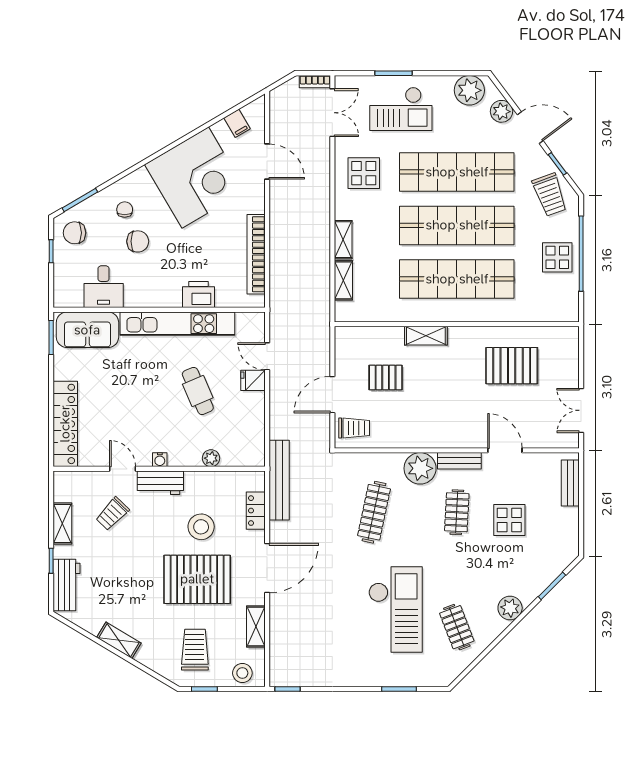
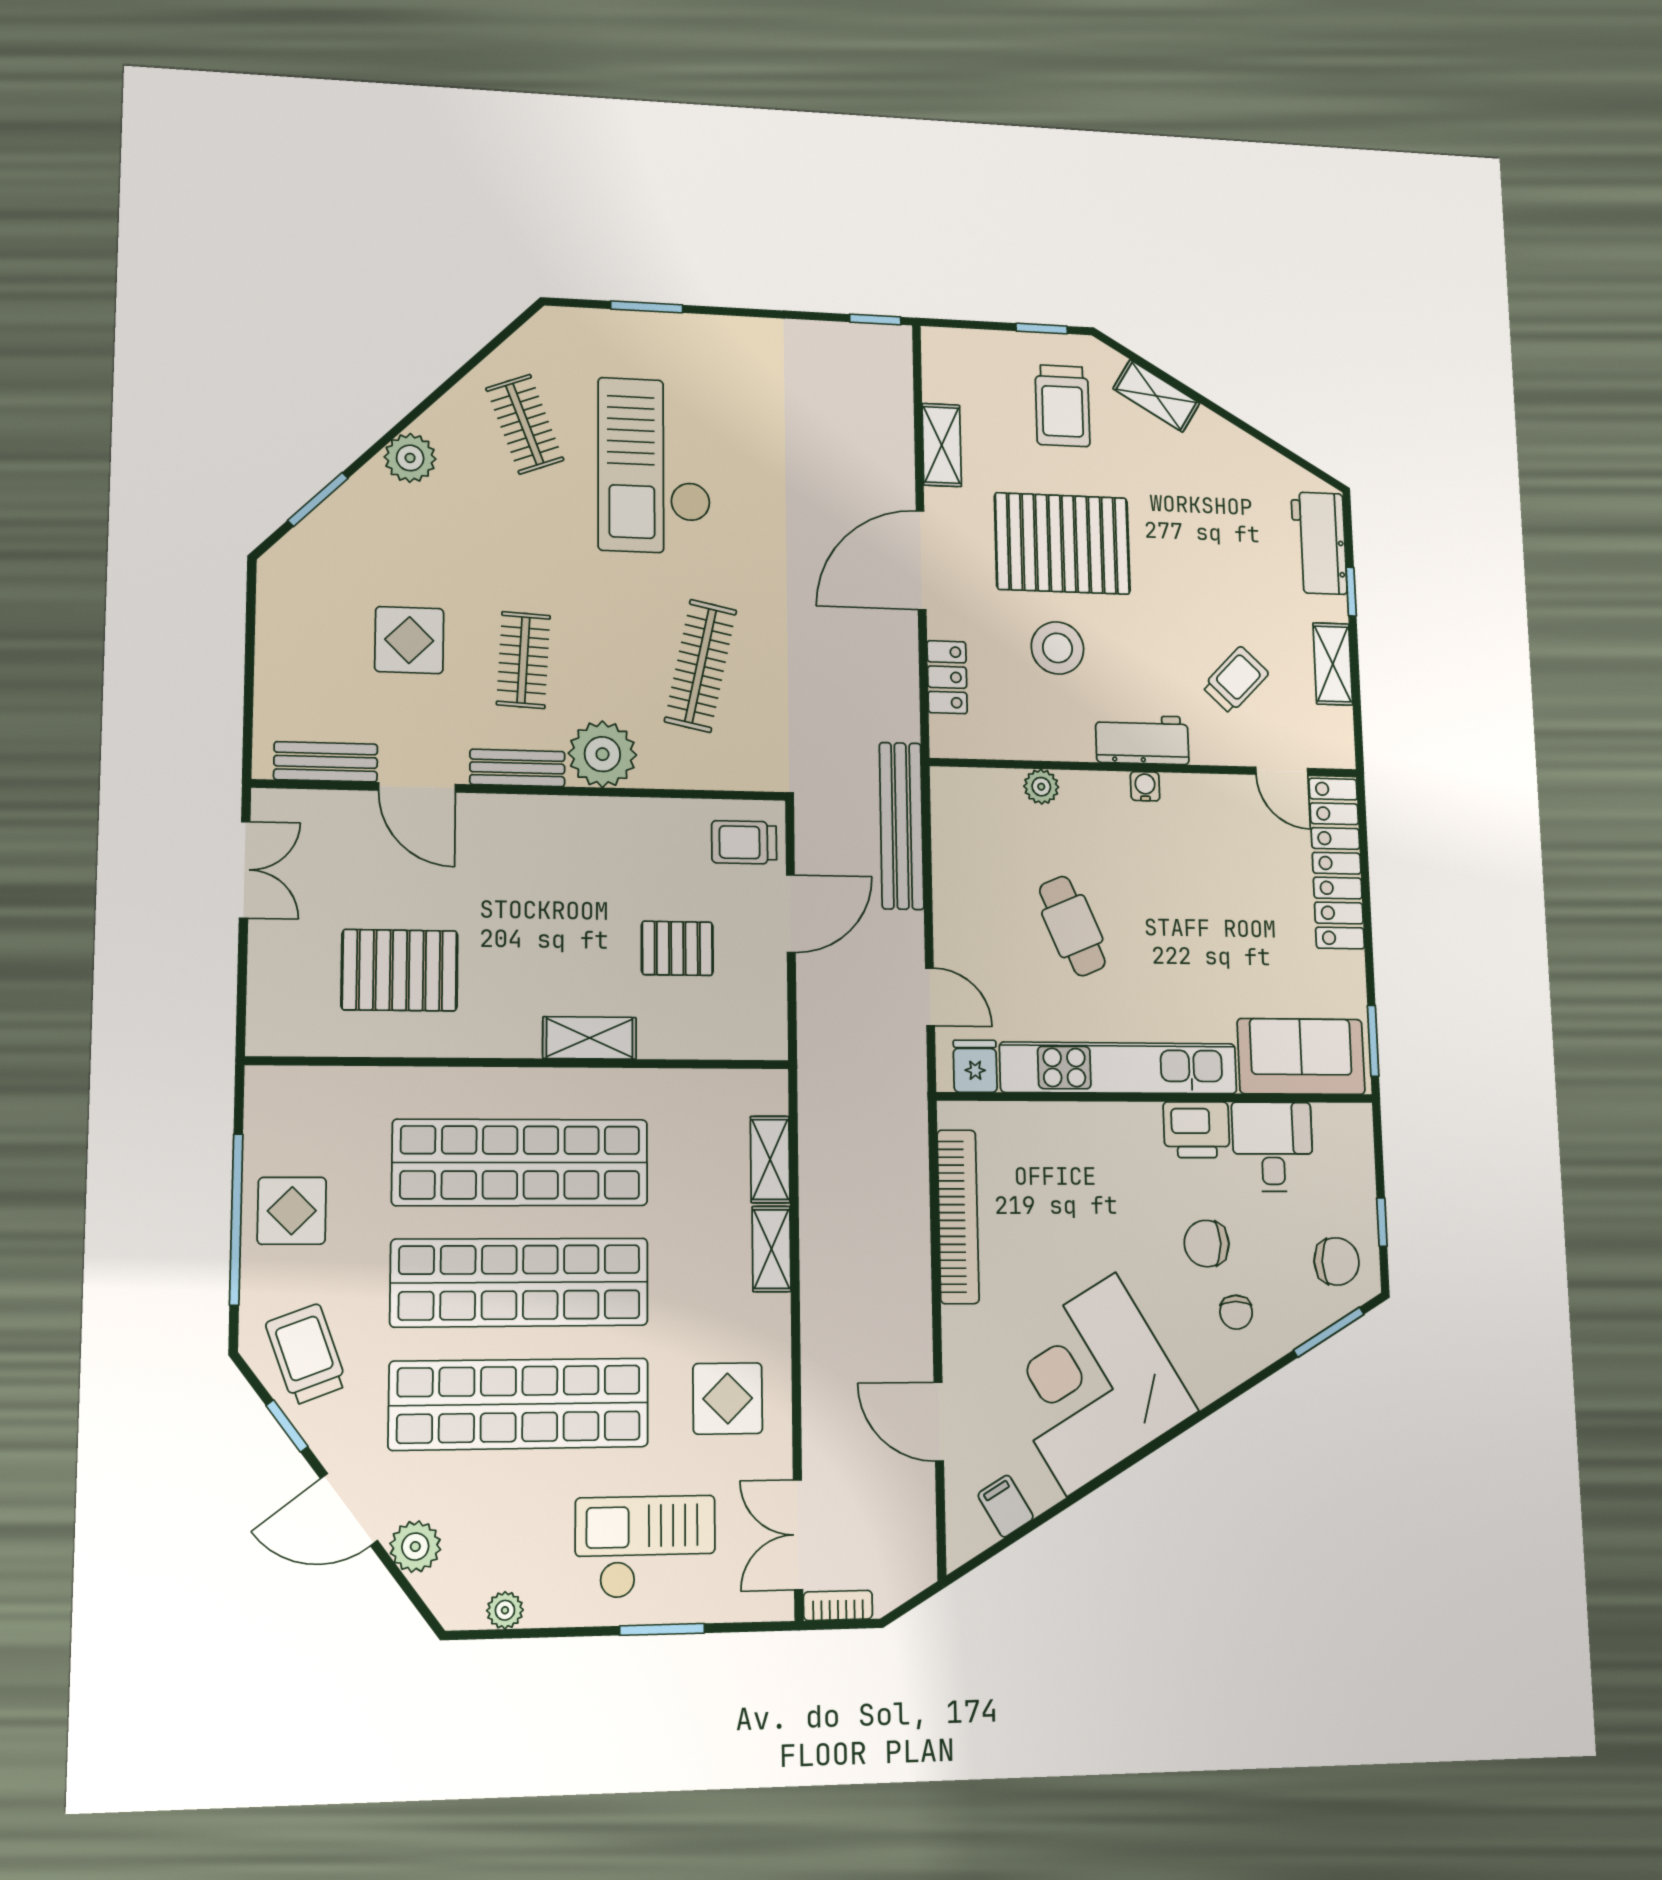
plant: (469, 90) -> (505, 1610), width x0.53, depth x0.53
printer: (199, 295) -> (1197, 1130), moved
fridge: (253, 380) -> (975, 1066), moved, turned -90
door: (123, 469) -> (1282, 771), moved
bench: (279, 480) -> (902, 826), moved
bench: (570, 483) -> (326, 762), moved, turned 90
shelving: (119, 640) -> (1156, 396), moved
stool: (242, 673) -> (967, 355), removed

